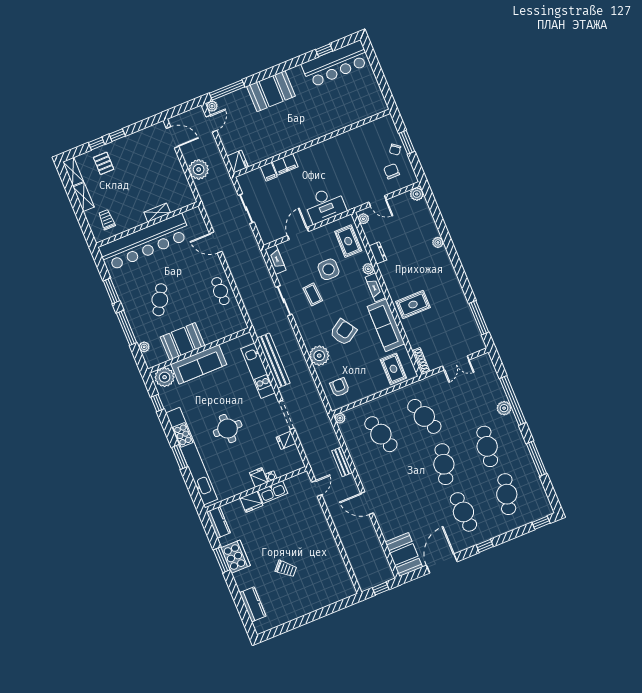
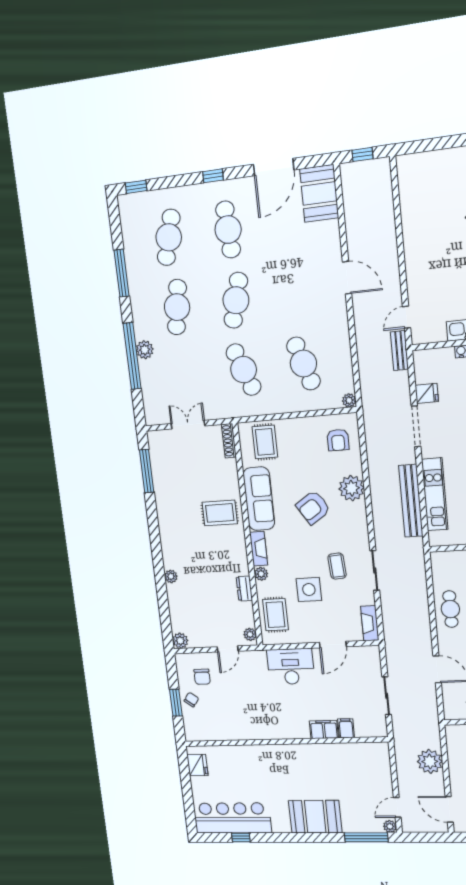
fridge: (238, 162) -> (197, 765), moved, turned 180
door: (378, 201) -> (228, 649), swing flipped
bench: (342, 462) -> (399, 351), moved

